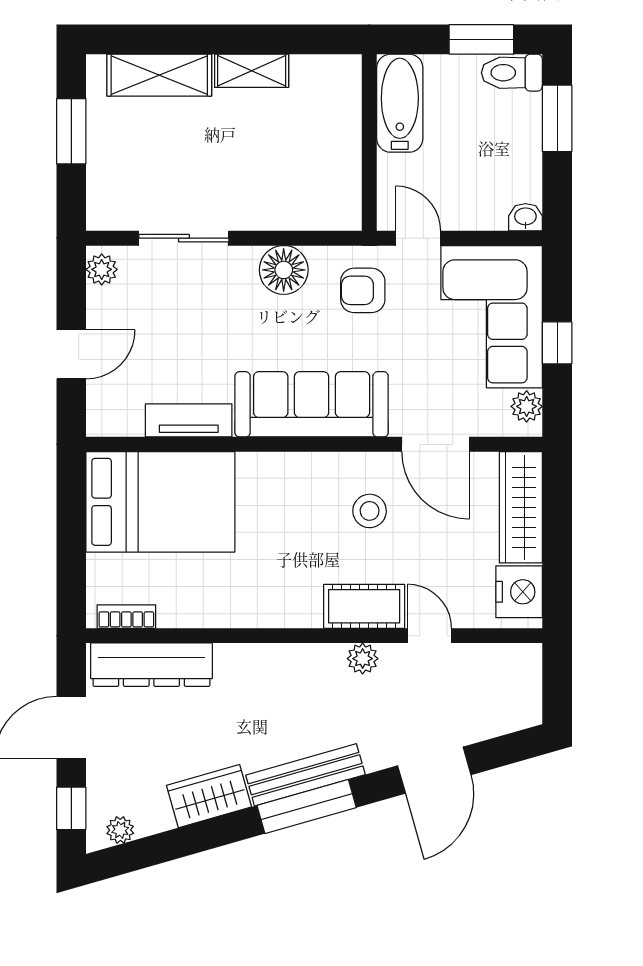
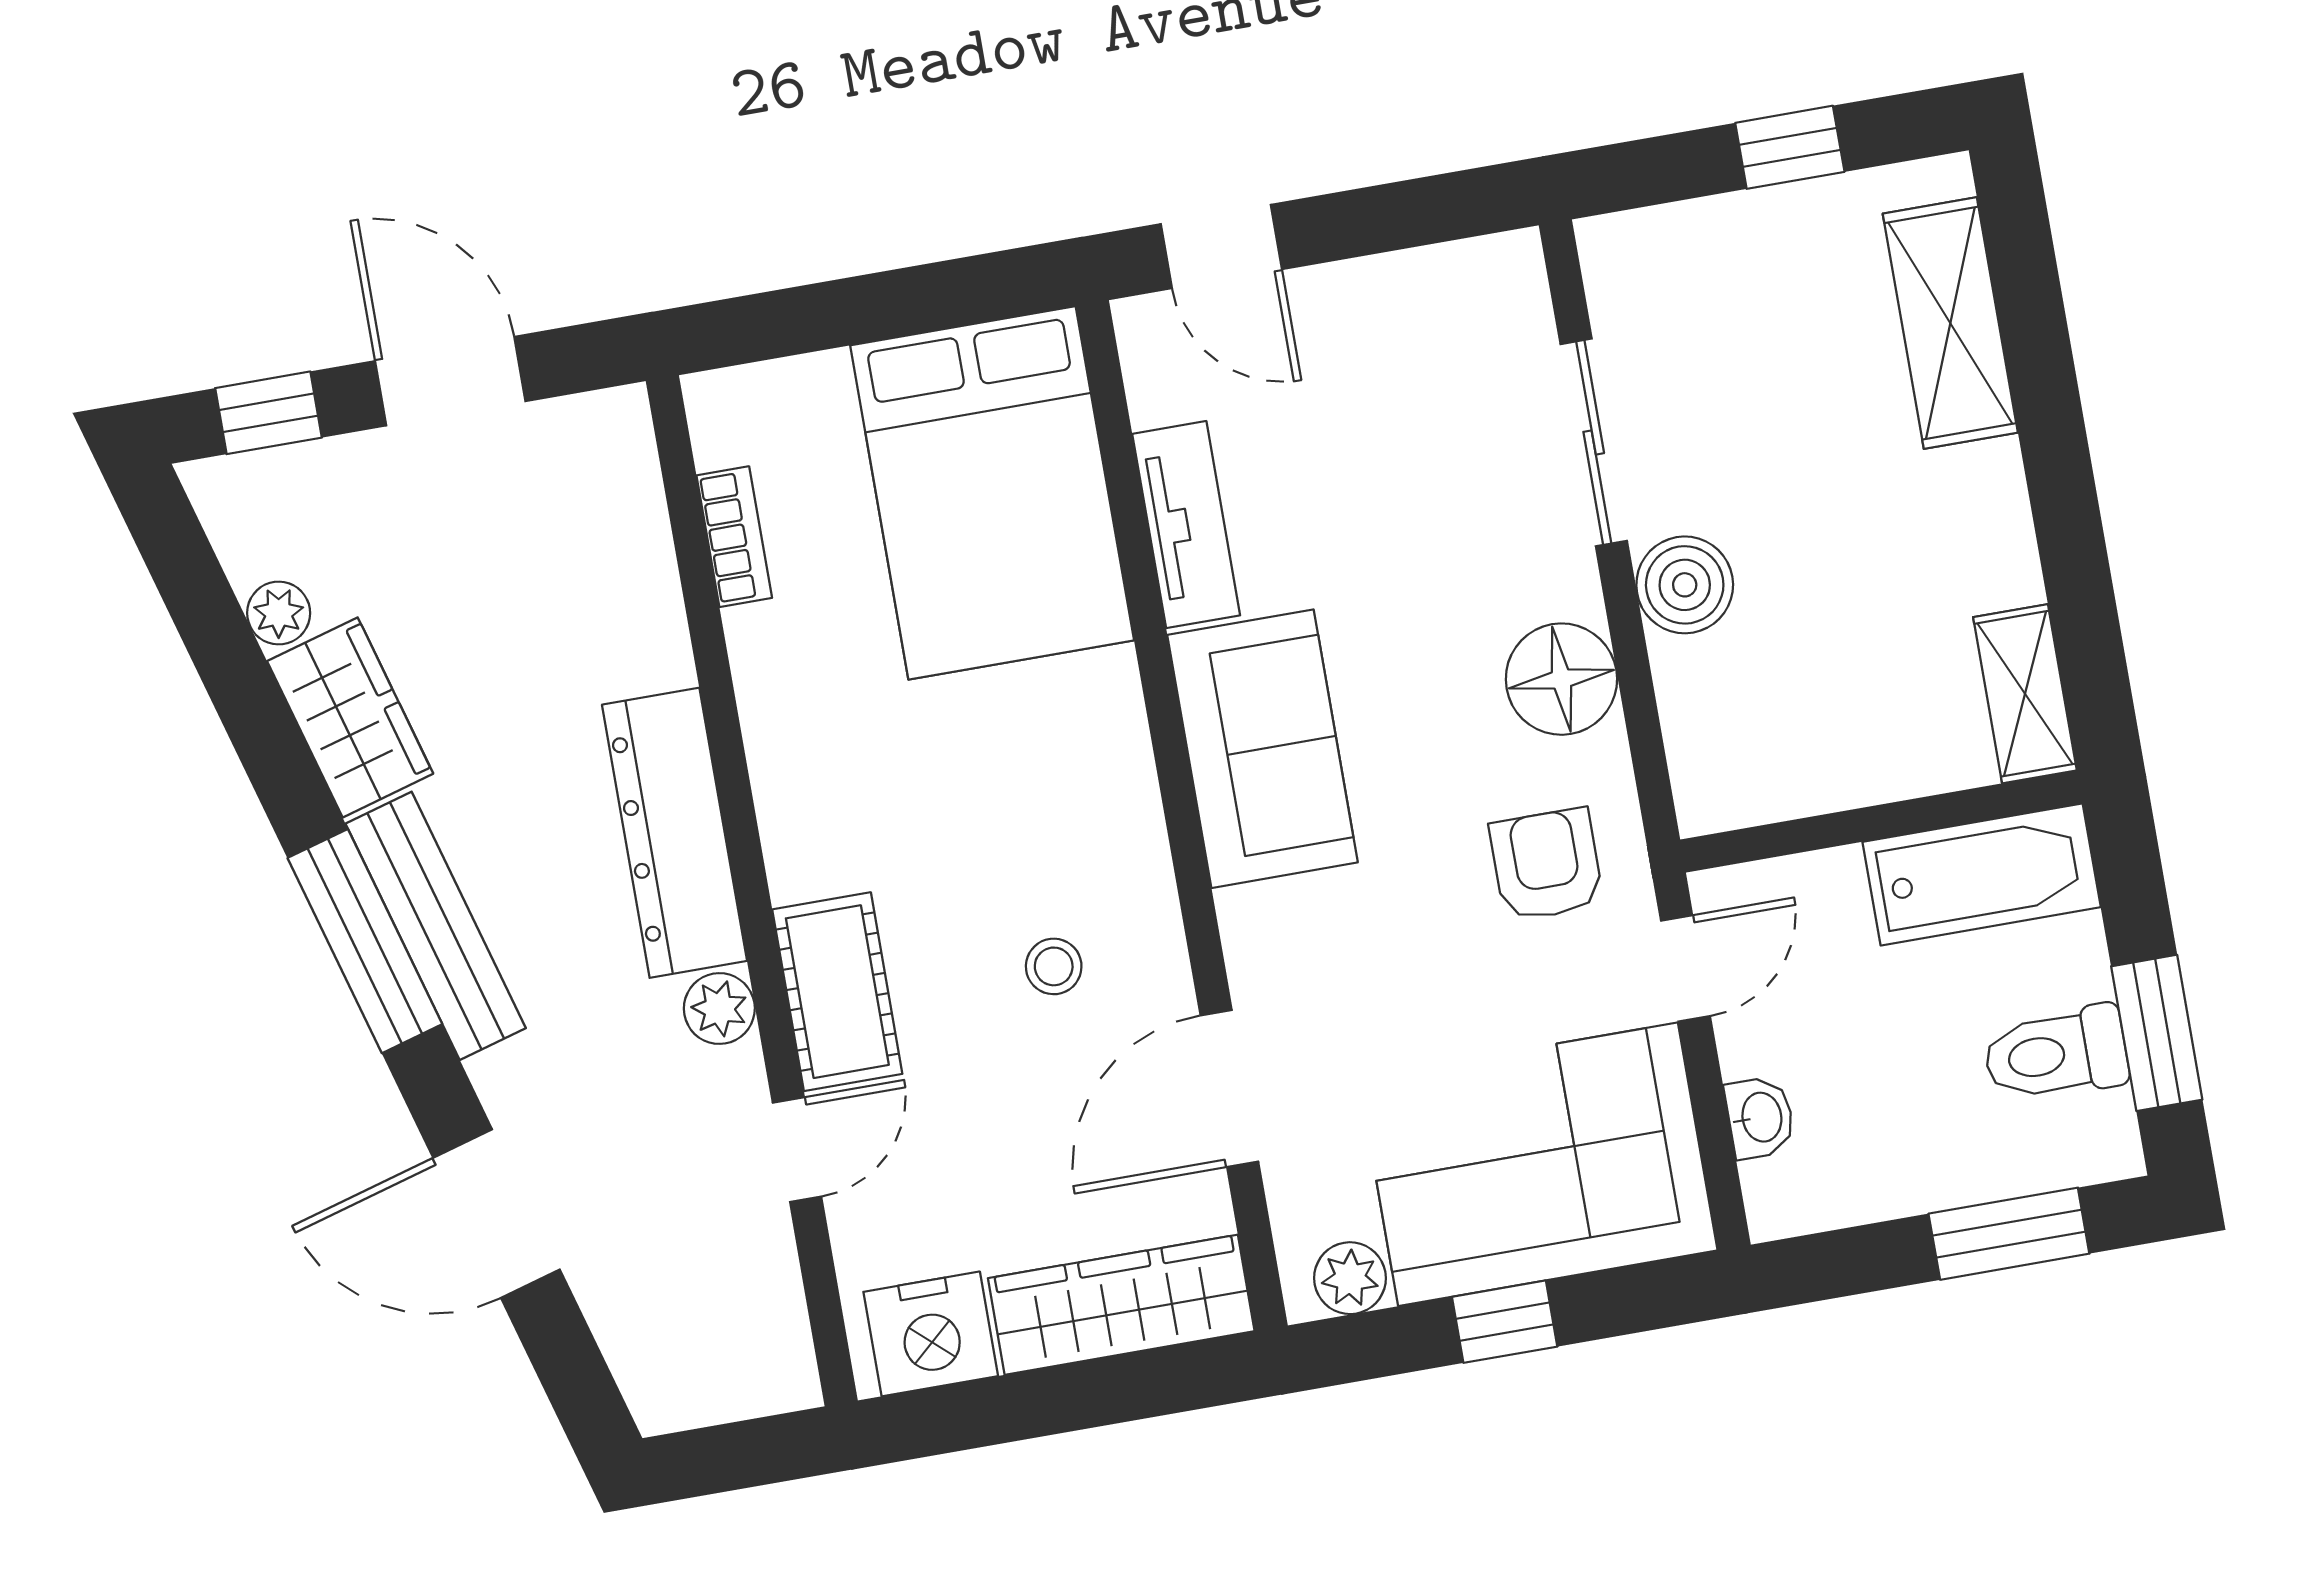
shelving: (252, 71) -> (2025, 694), moved
toilet: (512, 73) -> (2056, 1054), moved, turned -90
window: (71, 131) -> (1790, 147), width x0.67
boiler: (252, 210) -> (1685, 585), added
washbasin: (525, 217) -> (1760, 1117), moved
plant: (102, 269) -> (1491, 270), removed
door: (71, 354) -> (1221, 247), moved
sofa: (312, 404) -> (1262, 749), width x0.73
stool: (370, 511) -> (1054, 966), width x0.73, depth x0.73
bookcase: (126, 617) -> (734, 537), moved
dresser: (151, 665) -> (674, 833), moved
plant: (120, 830) -> (279, 613), moved

